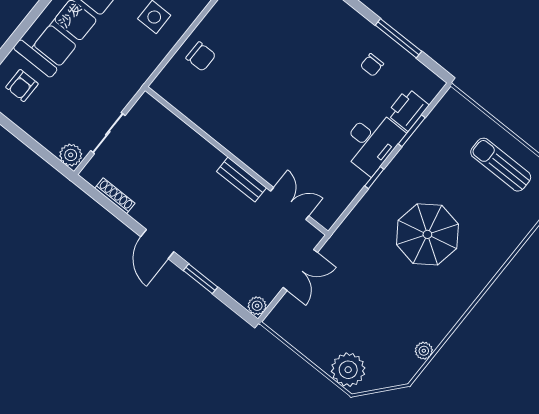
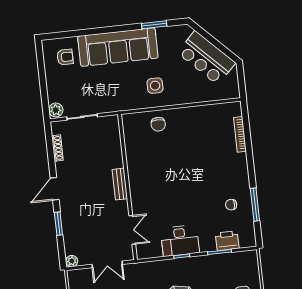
armchair: (22, 86) -> (65, 57), turned 180
desk: (372, 142) -> (180, 241), moved
bench: (242, 180) -> (120, 184), moved

